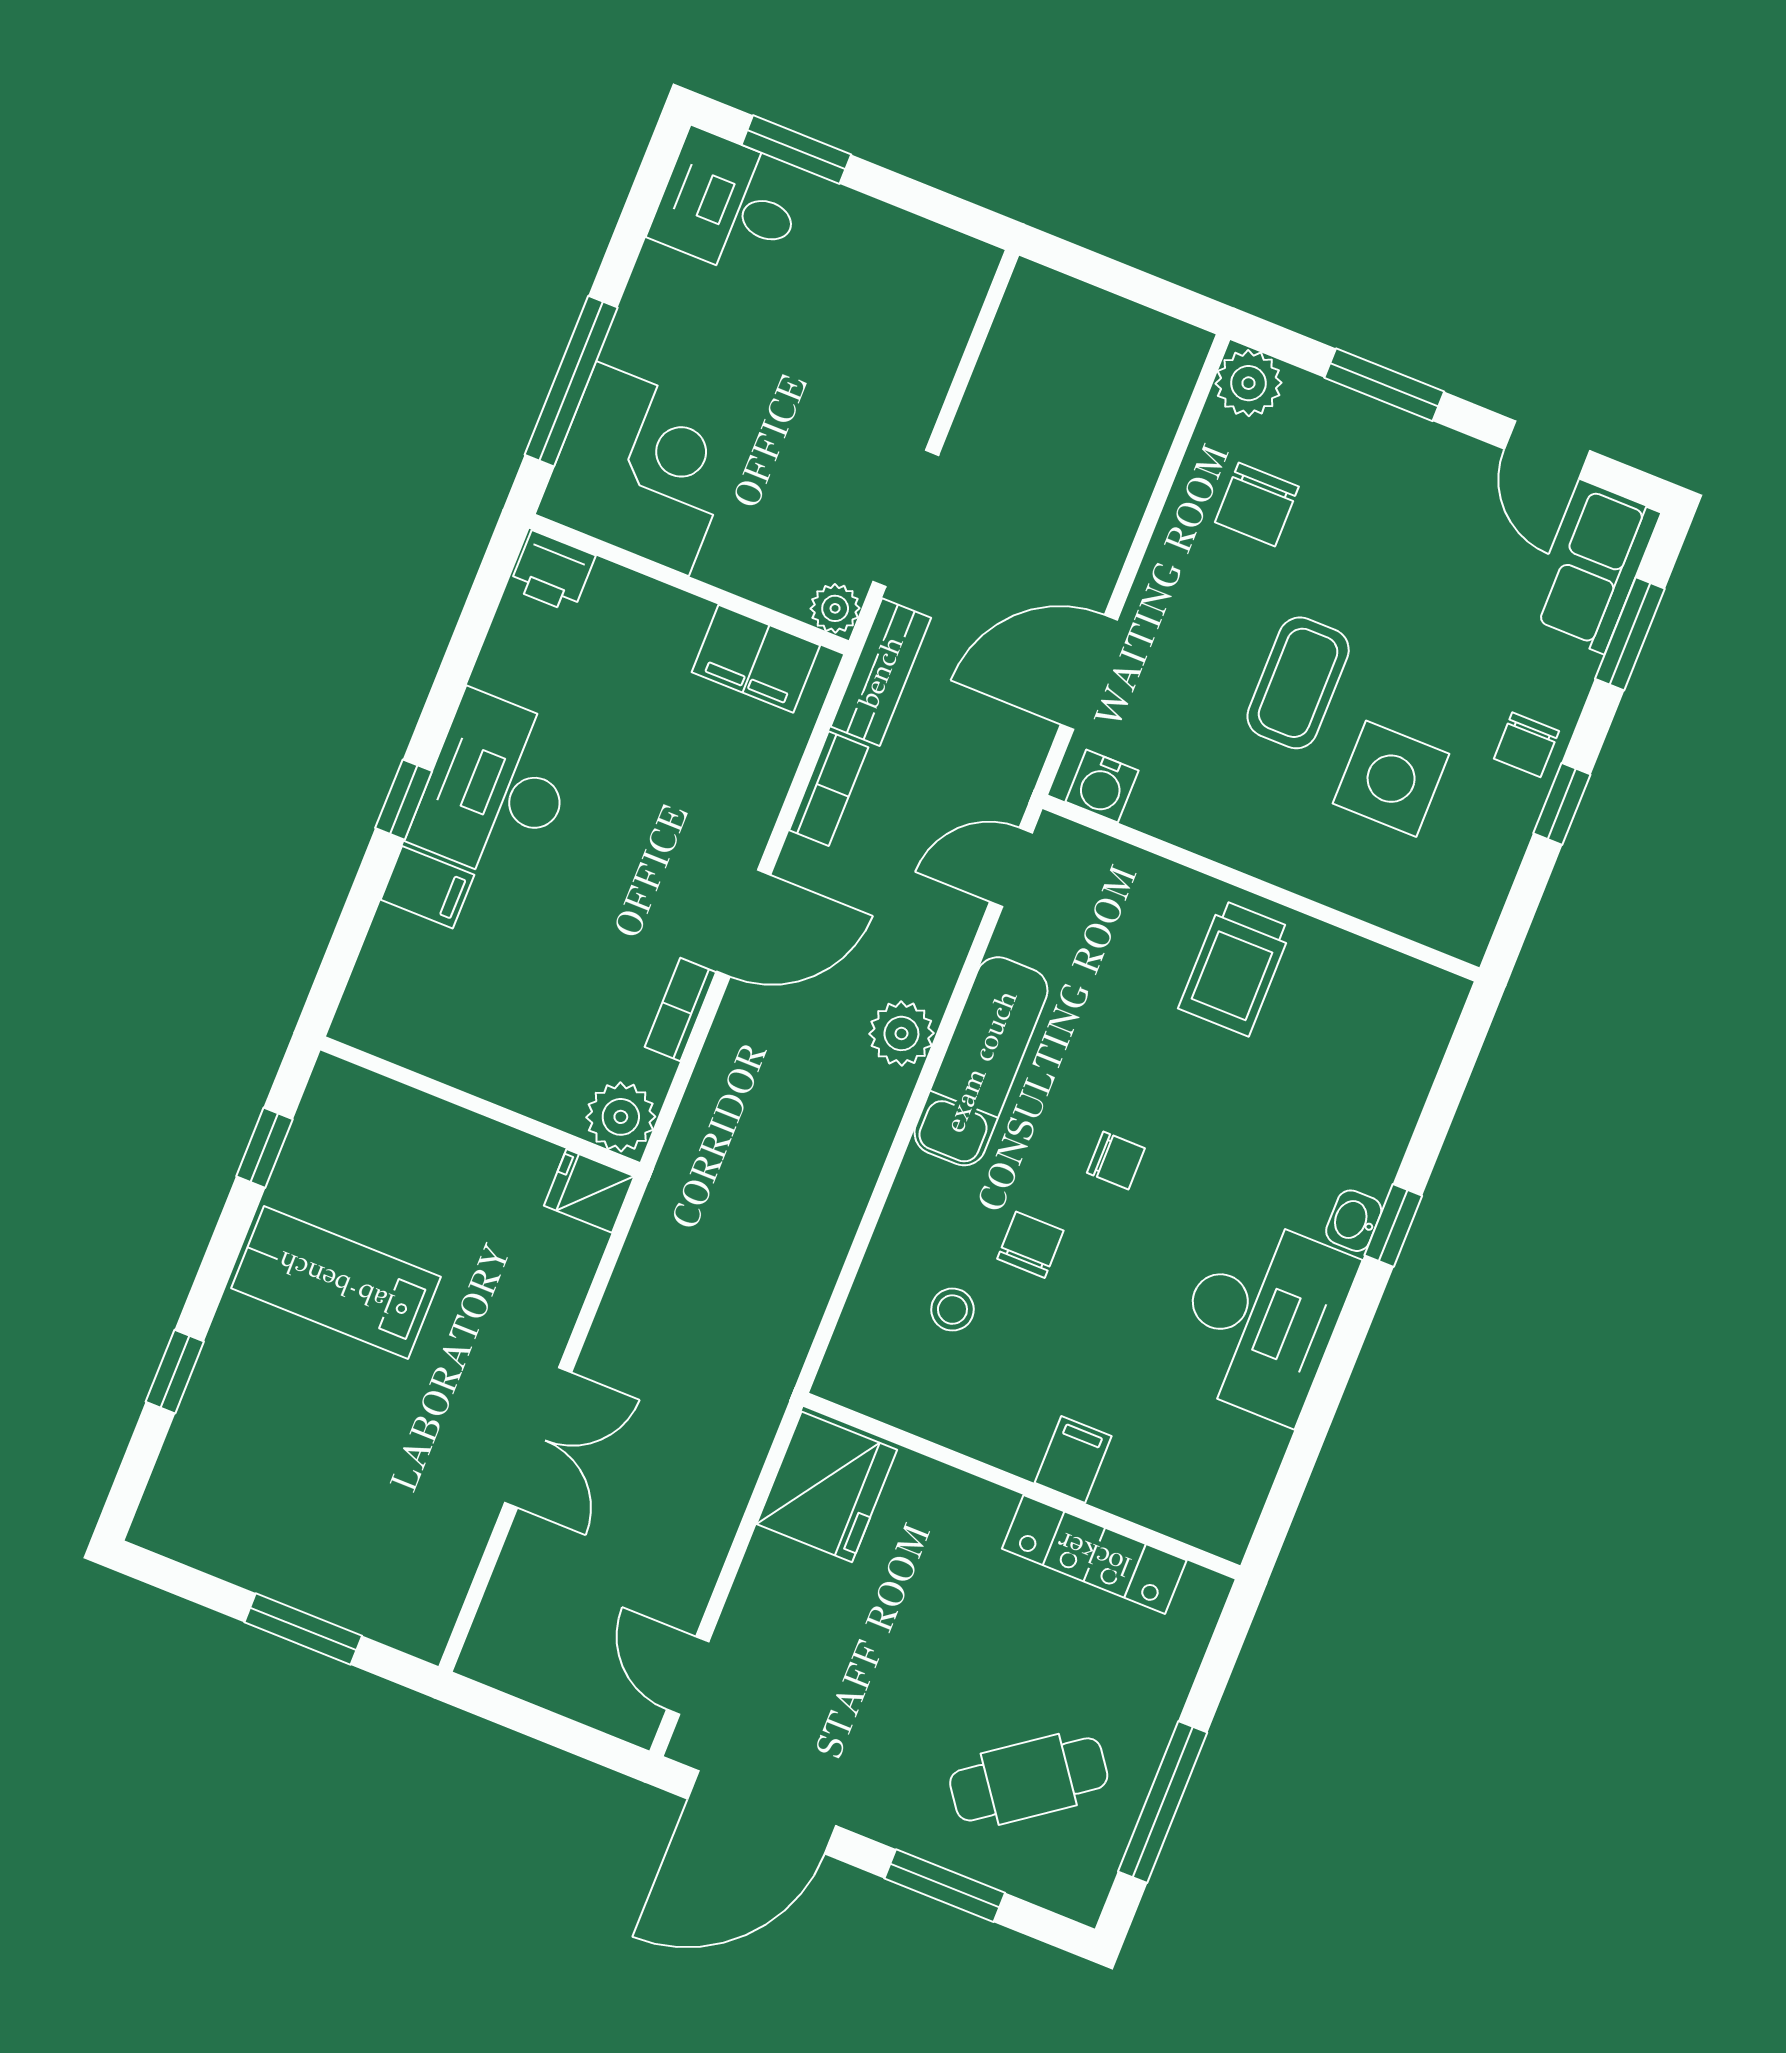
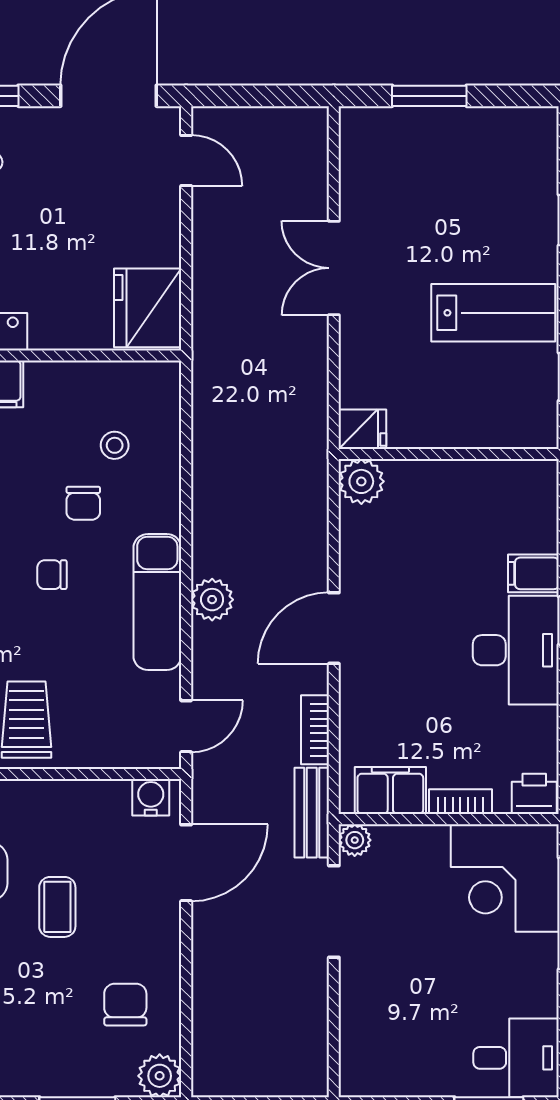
coffee table: (1298, 683) -> (57, 907), width x0.73, depth x0.77
bookcase: (680, 1010) -> (460, 802), moved, turned -90

